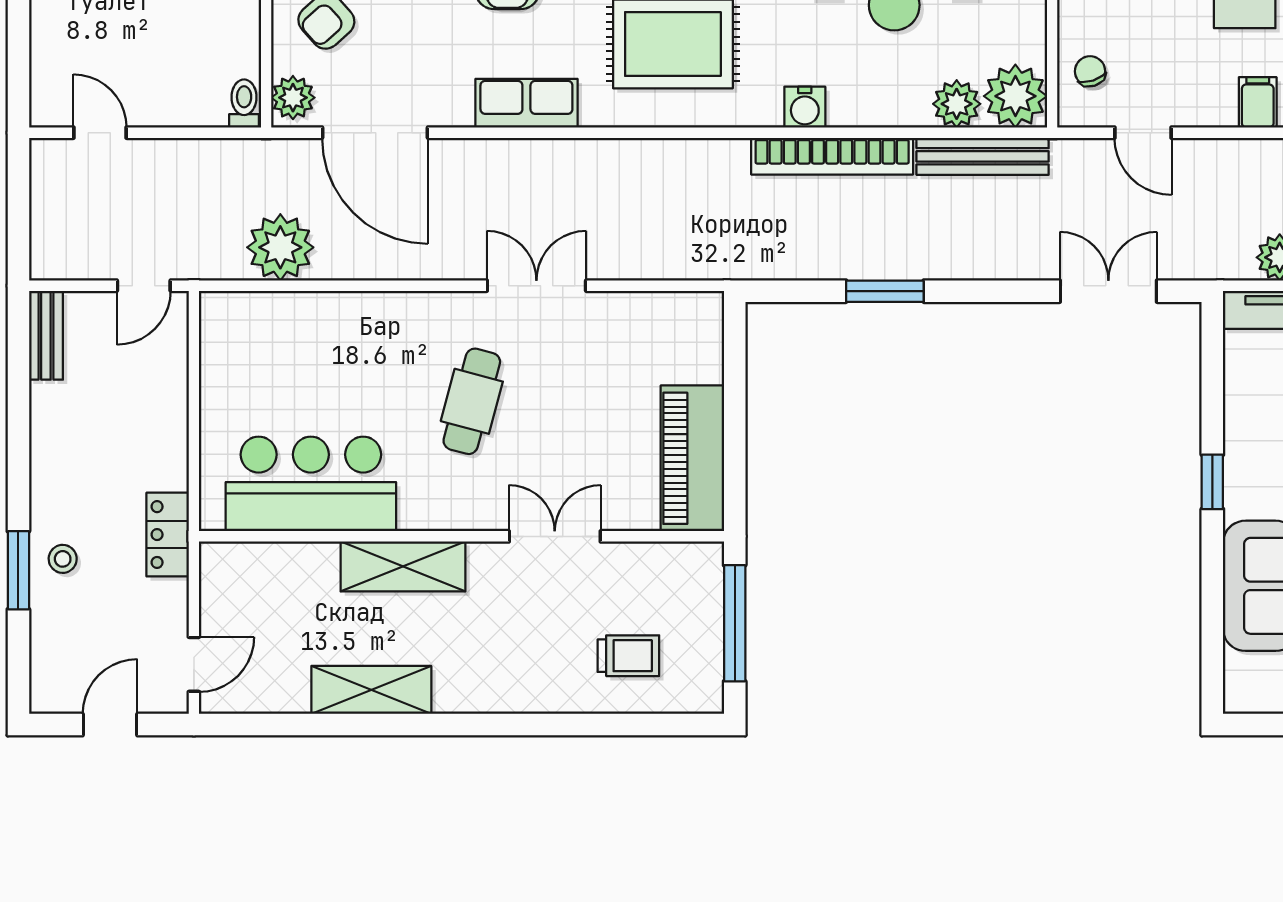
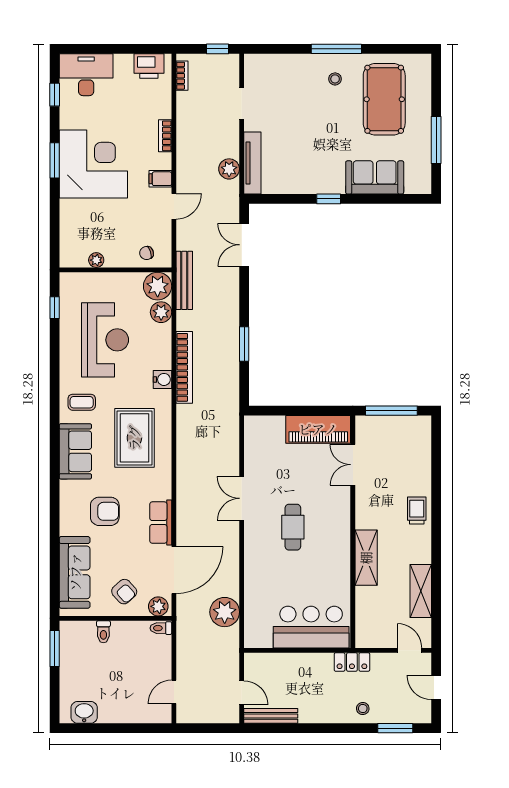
row of seats: (526, 103) -> (161, 523), moved
door: (1143, 133) -> (174, 206), moved
bench: (983, 156) -> (184, 280), moved
door: (144, 286) -> (242, 693), moved
bench: (46, 335) -> (271, 716), width x1.36
cafe table: (472, 401) -> (293, 527), turned 75
bar counter: (311, 484) -> (311, 627), moved, turned 90
double door: (555, 536) -> (353, 465), moved
window: (18, 570) -> (395, 728), moved
trolley: (628, 656) -> (417, 510), moved
shelving: (371, 690) -> (421, 591), moved

